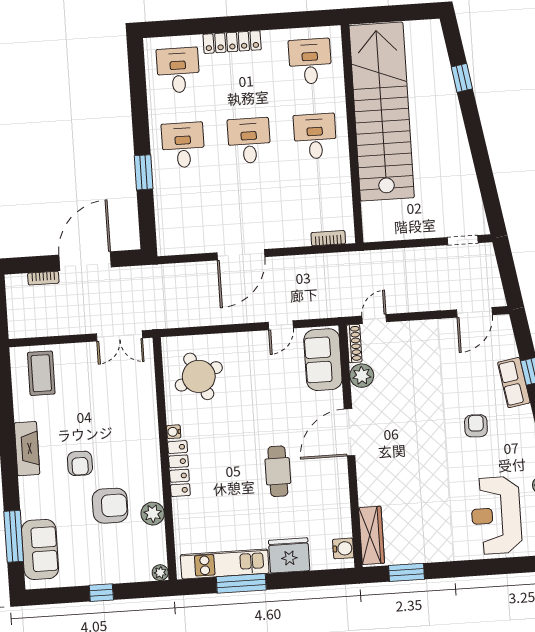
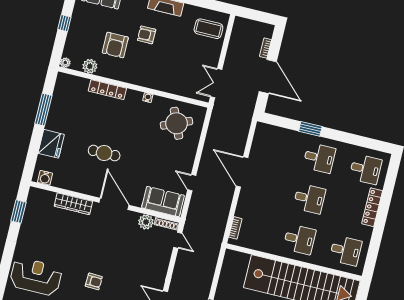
locker: (179, 469) -> (107, 90), moved
plant: (153, 514) -> (90, 66), moved
wardrobe: (372, 535) -> (73, 204), moved
kitchen unit: (225, 564) -> (58, 103), removed

